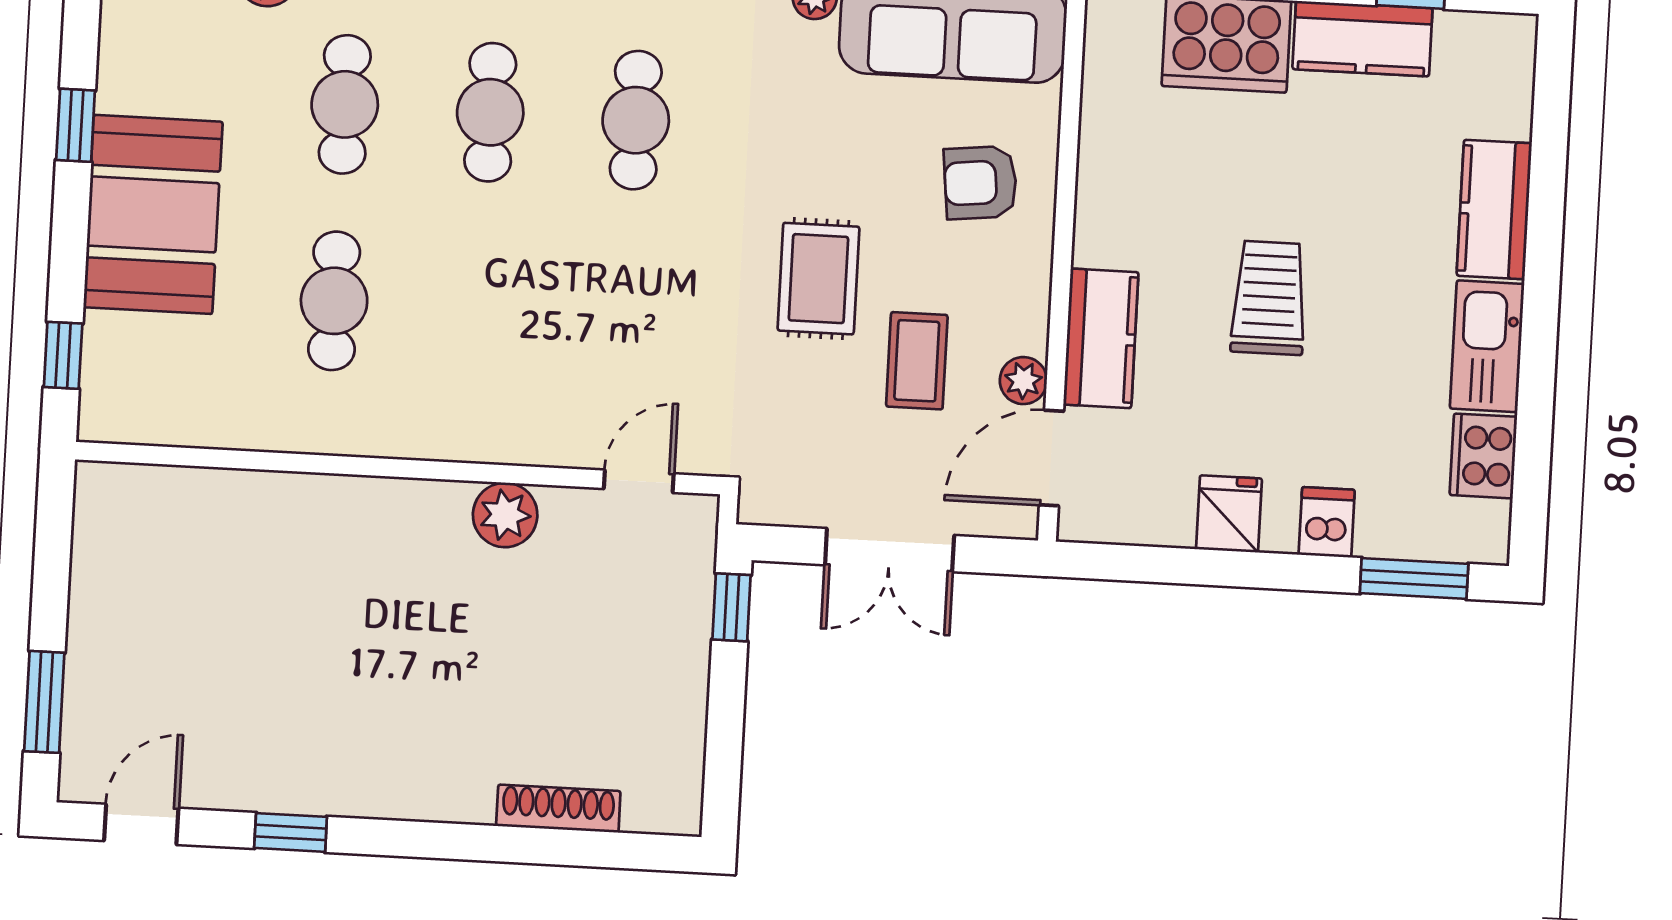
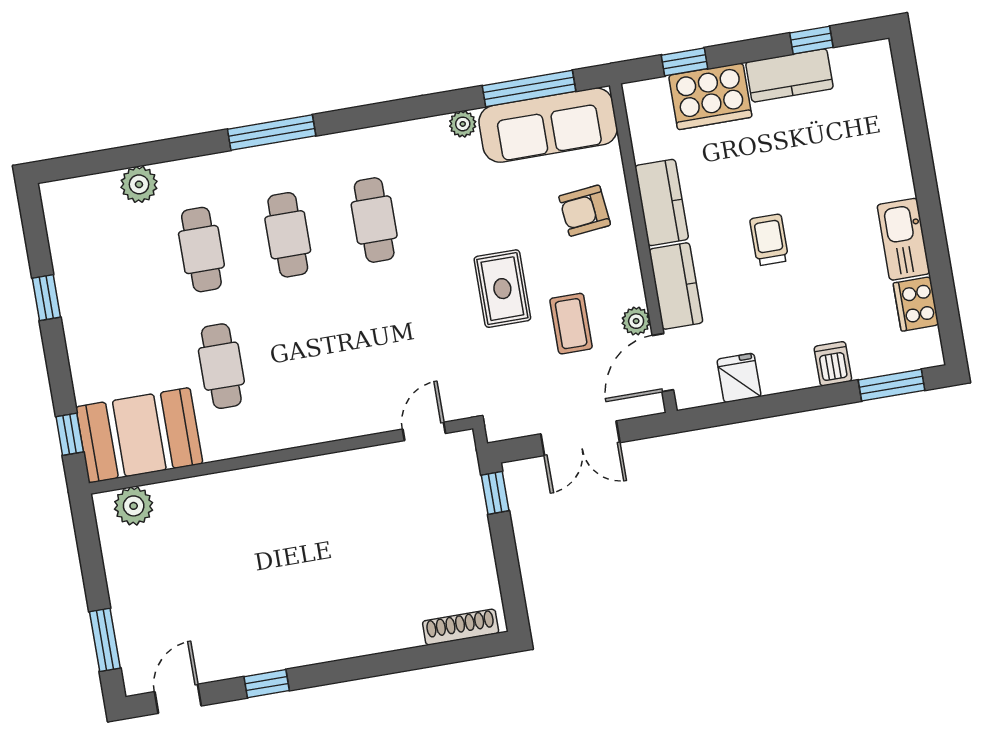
kitchen counter: (1494, 210) -> (662, 202), moved, turned 180
booth: (153, 214) -> (139, 435), moved, turned 90
trolley: (1269, 298) -> (769, 240), width x0.73, depth x0.72
fridge: (1229, 514) -> (739, 378), moved
plant: (505, 515) -> (134, 506), moved
shoe rack: (558, 809) -> (461, 627), moved

